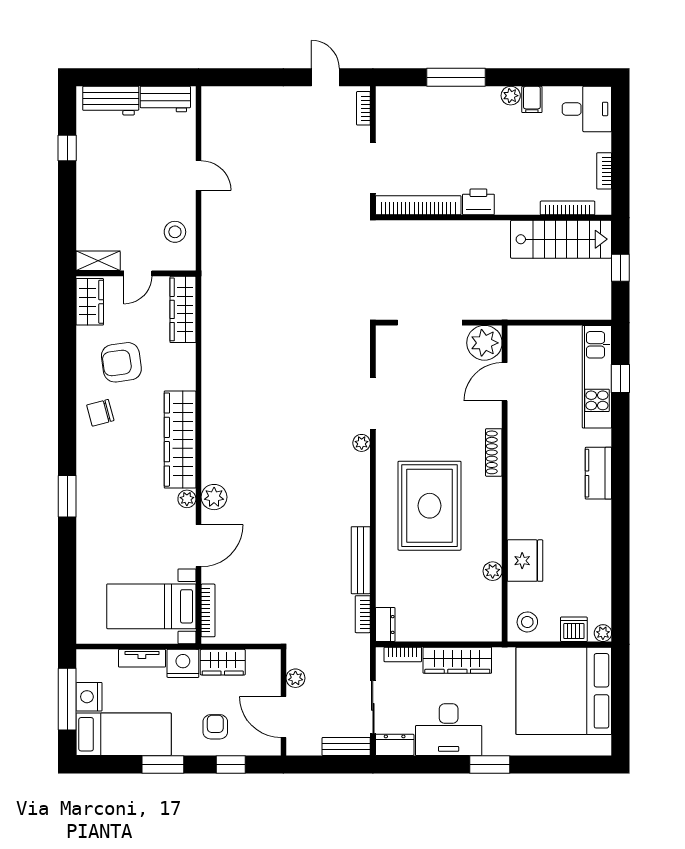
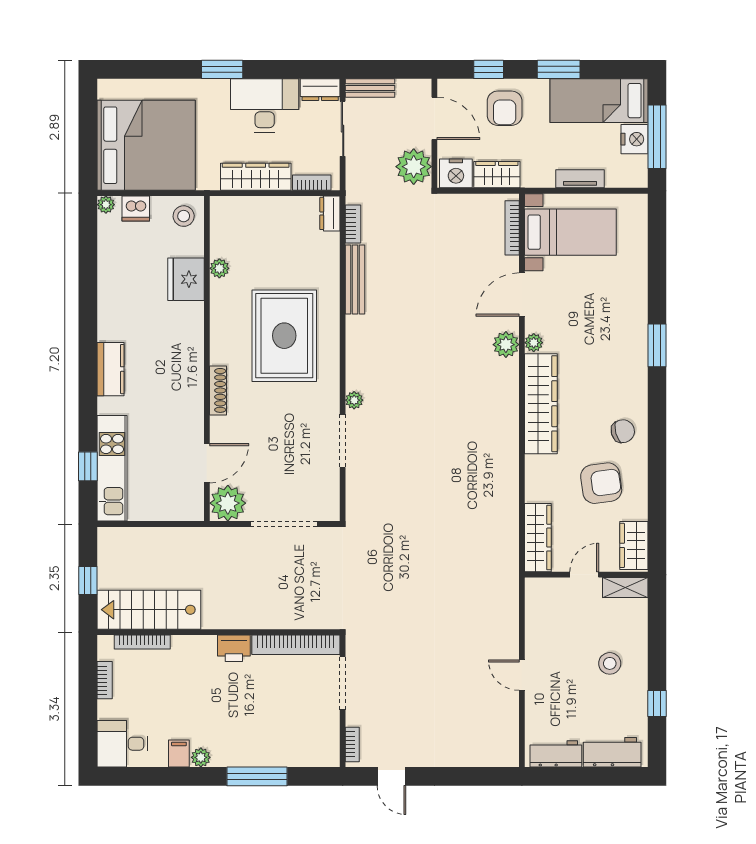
stool: (175, 232) -> (610, 663), moved
nightstand: (183, 663) -> (456, 173), moved
plant: (295, 678) -> (414, 167), width x1.88, depth x1.88
armchair: (215, 727) -> (505, 108), width x1.38, depth x1.38

